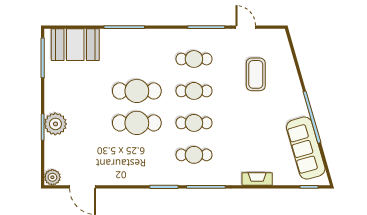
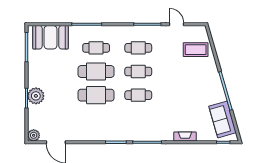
coffee table: (256, 74) -> (196, 50), moved, turned 90
sofa: (306, 148) -> (223, 119), width x0.73
cafe table: (194, 155) -> (96, 48), moved

